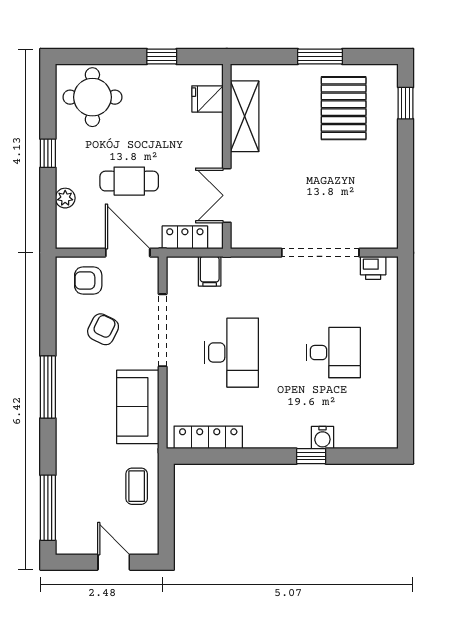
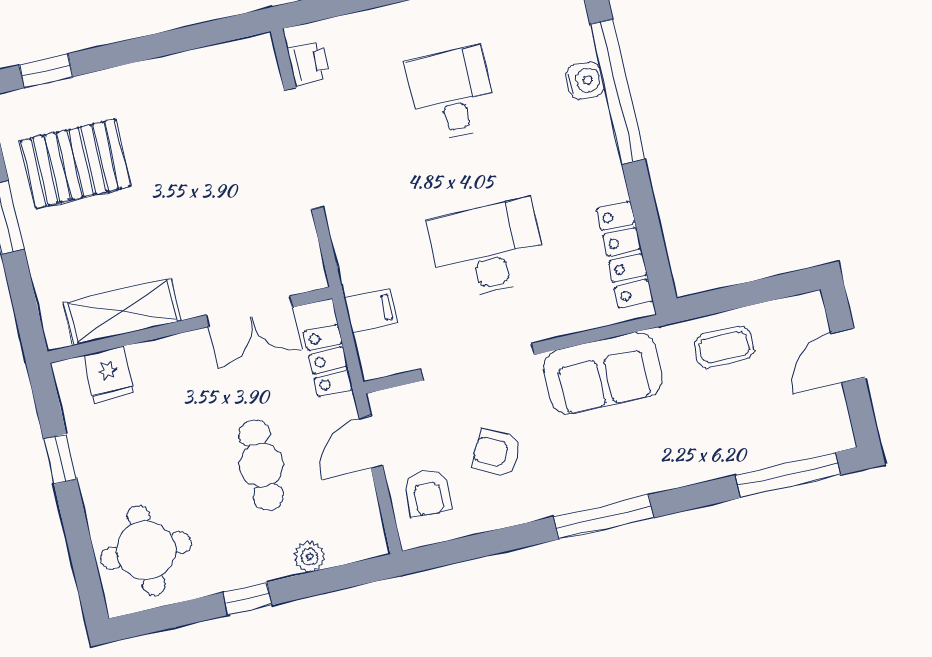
door: (128, 253) -> (371, 442), width x0.73
window: (311, 456) -> (617, 92), width x3.17

